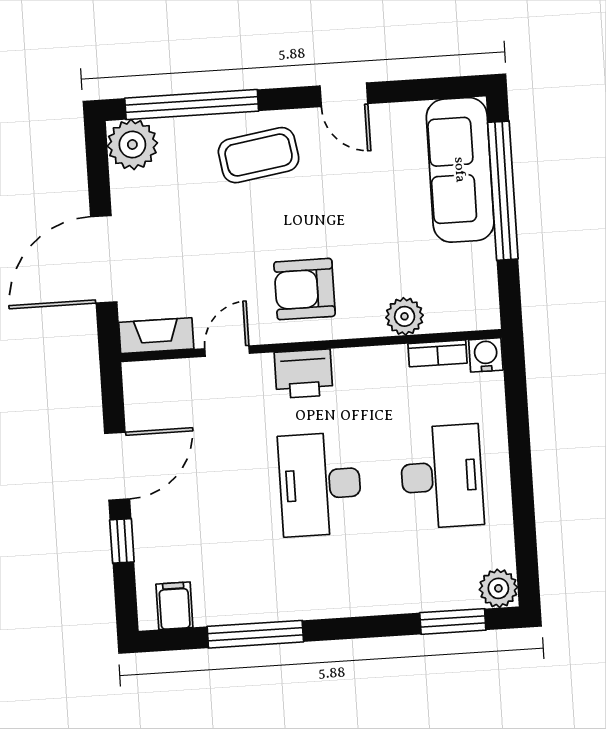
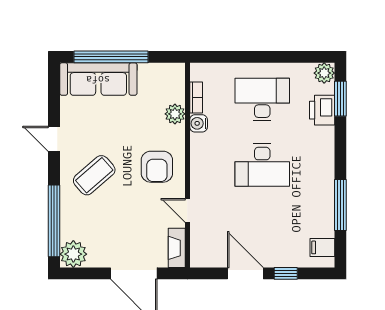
door: (344, 95) -> (54, 139), swing flipped
coffee table: (259, 155) -> (94, 175), moved, turned 58
water cooler: (486, 355) -> (199, 123), moved
printer: (304, 374) -> (322, 110), moved, turned 180

